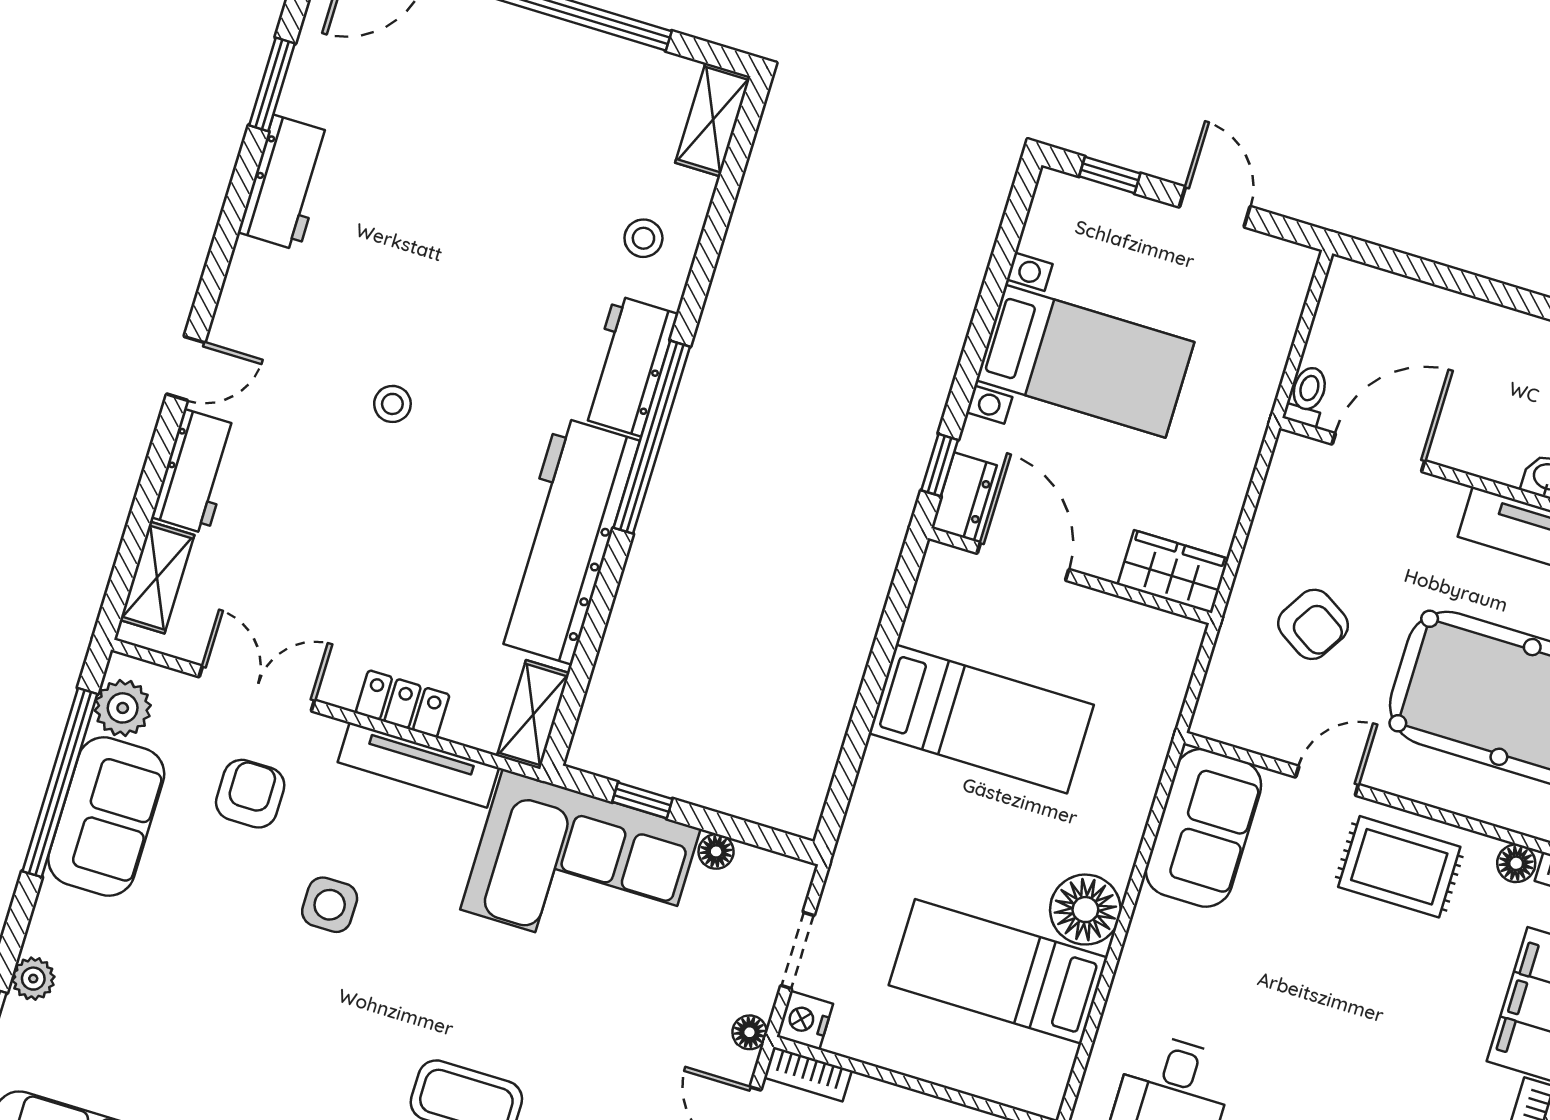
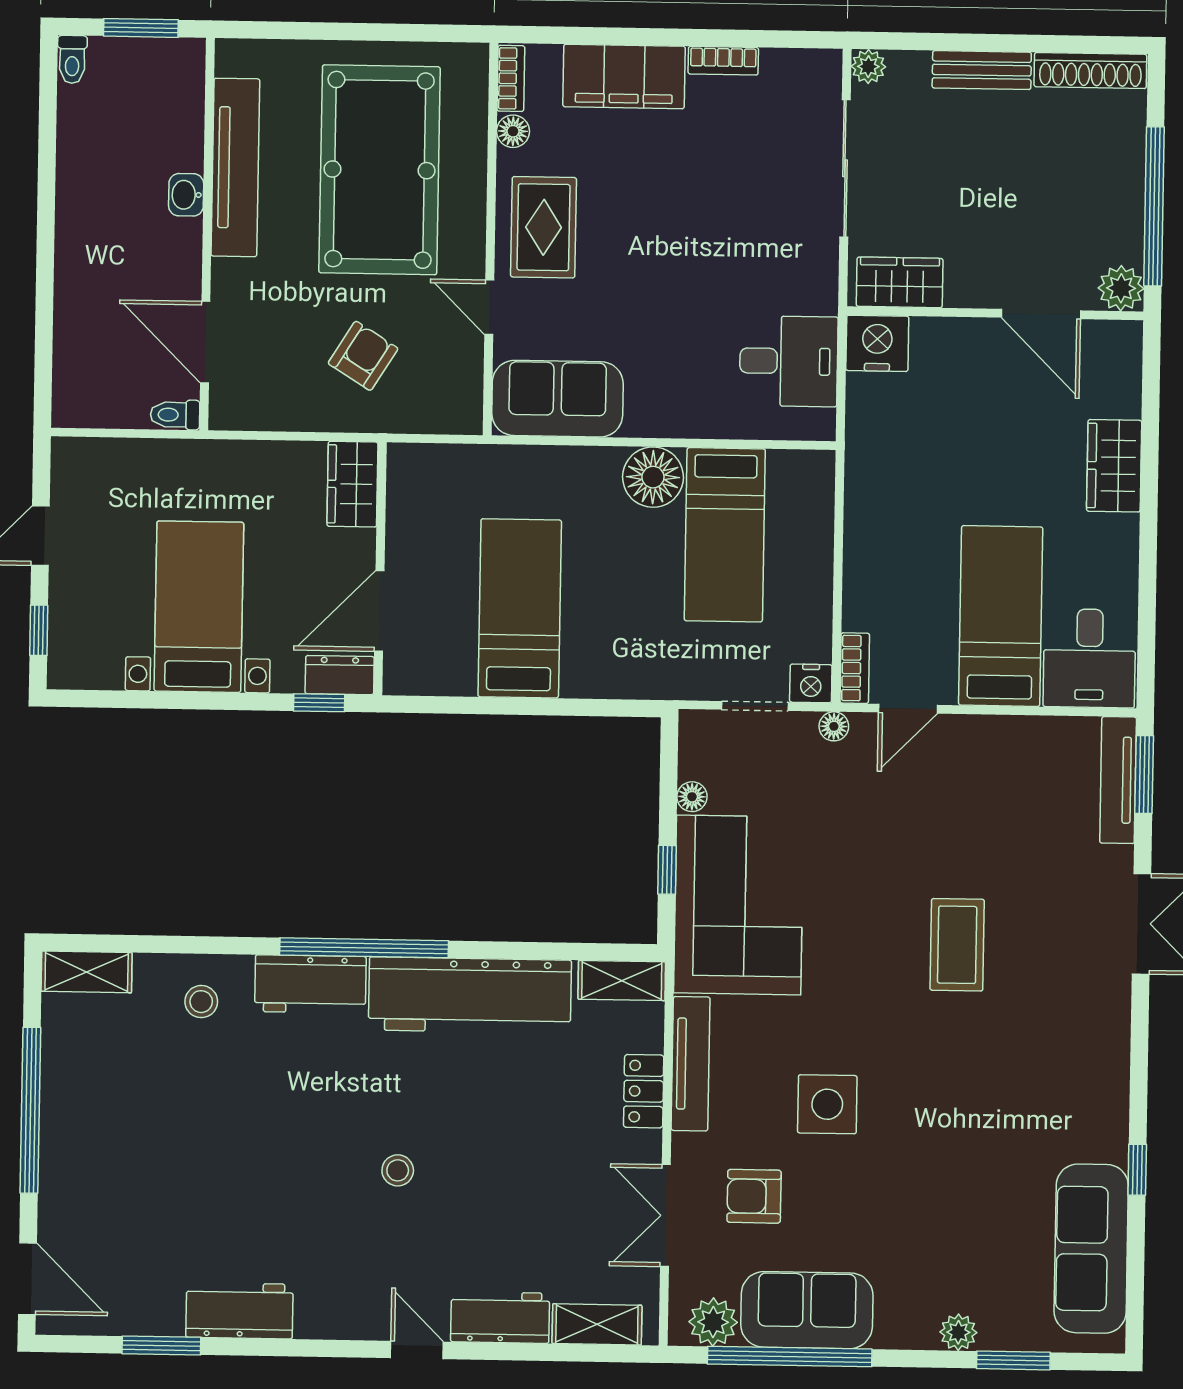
side table: (330, 905) -> (827, 1104), width x1.37, depth x1.37

